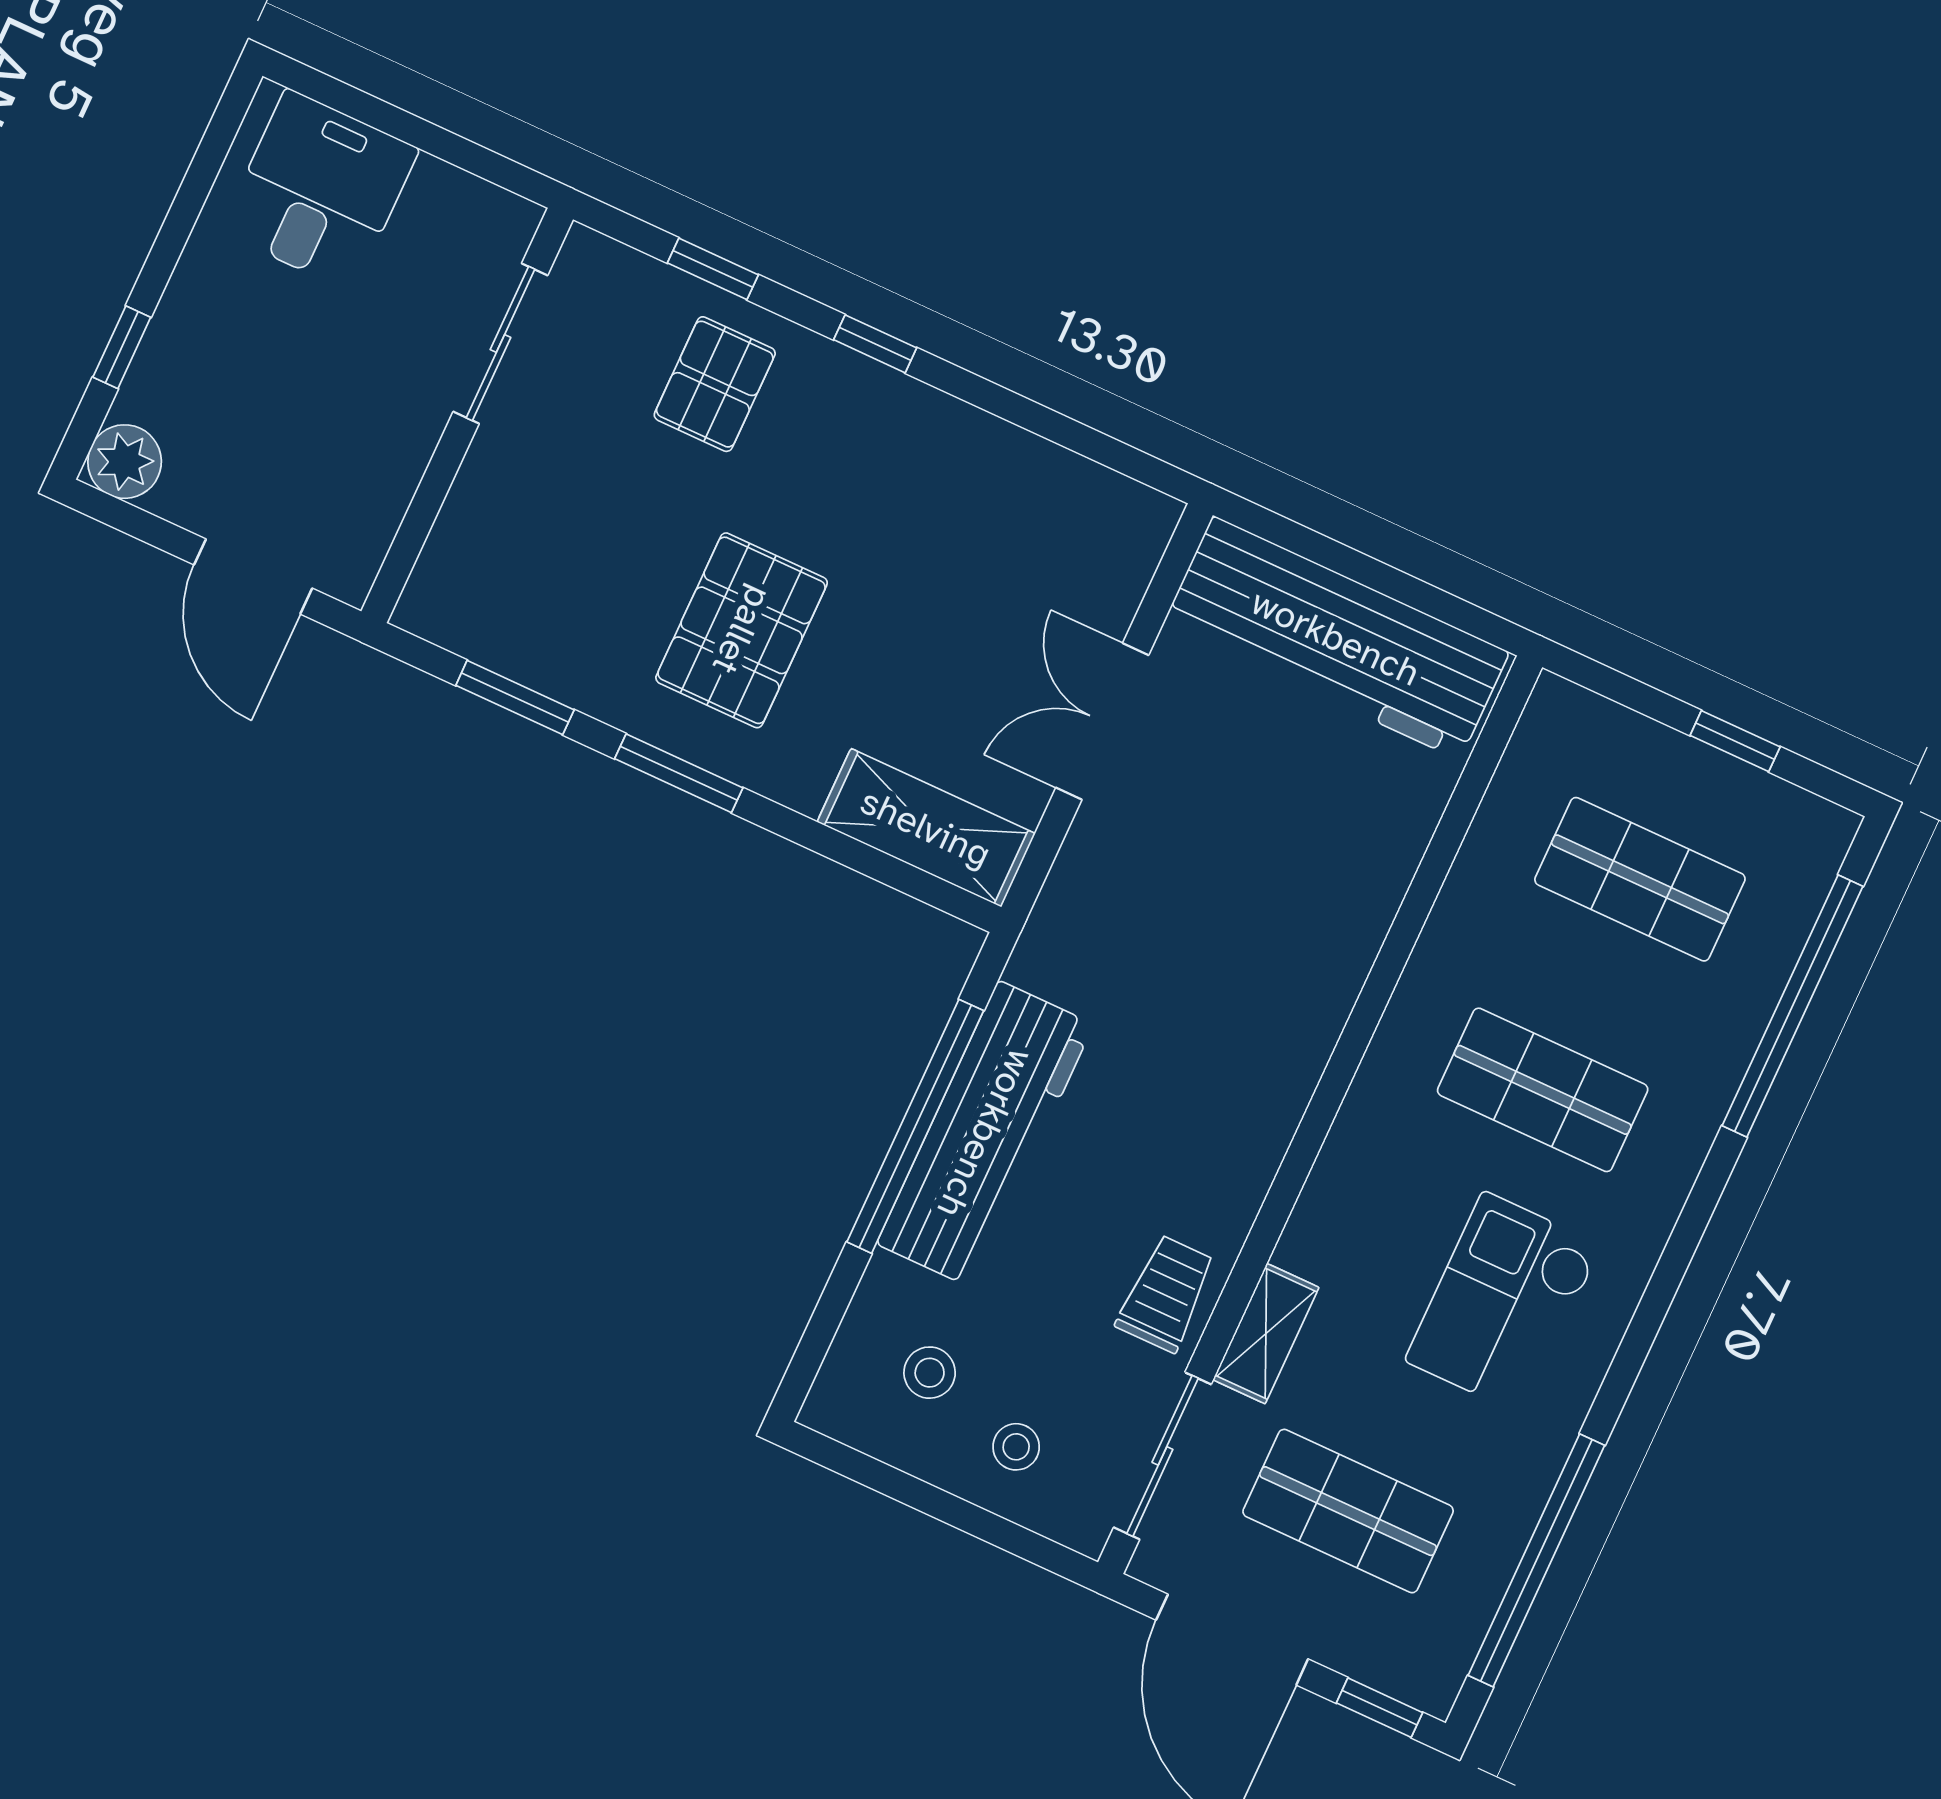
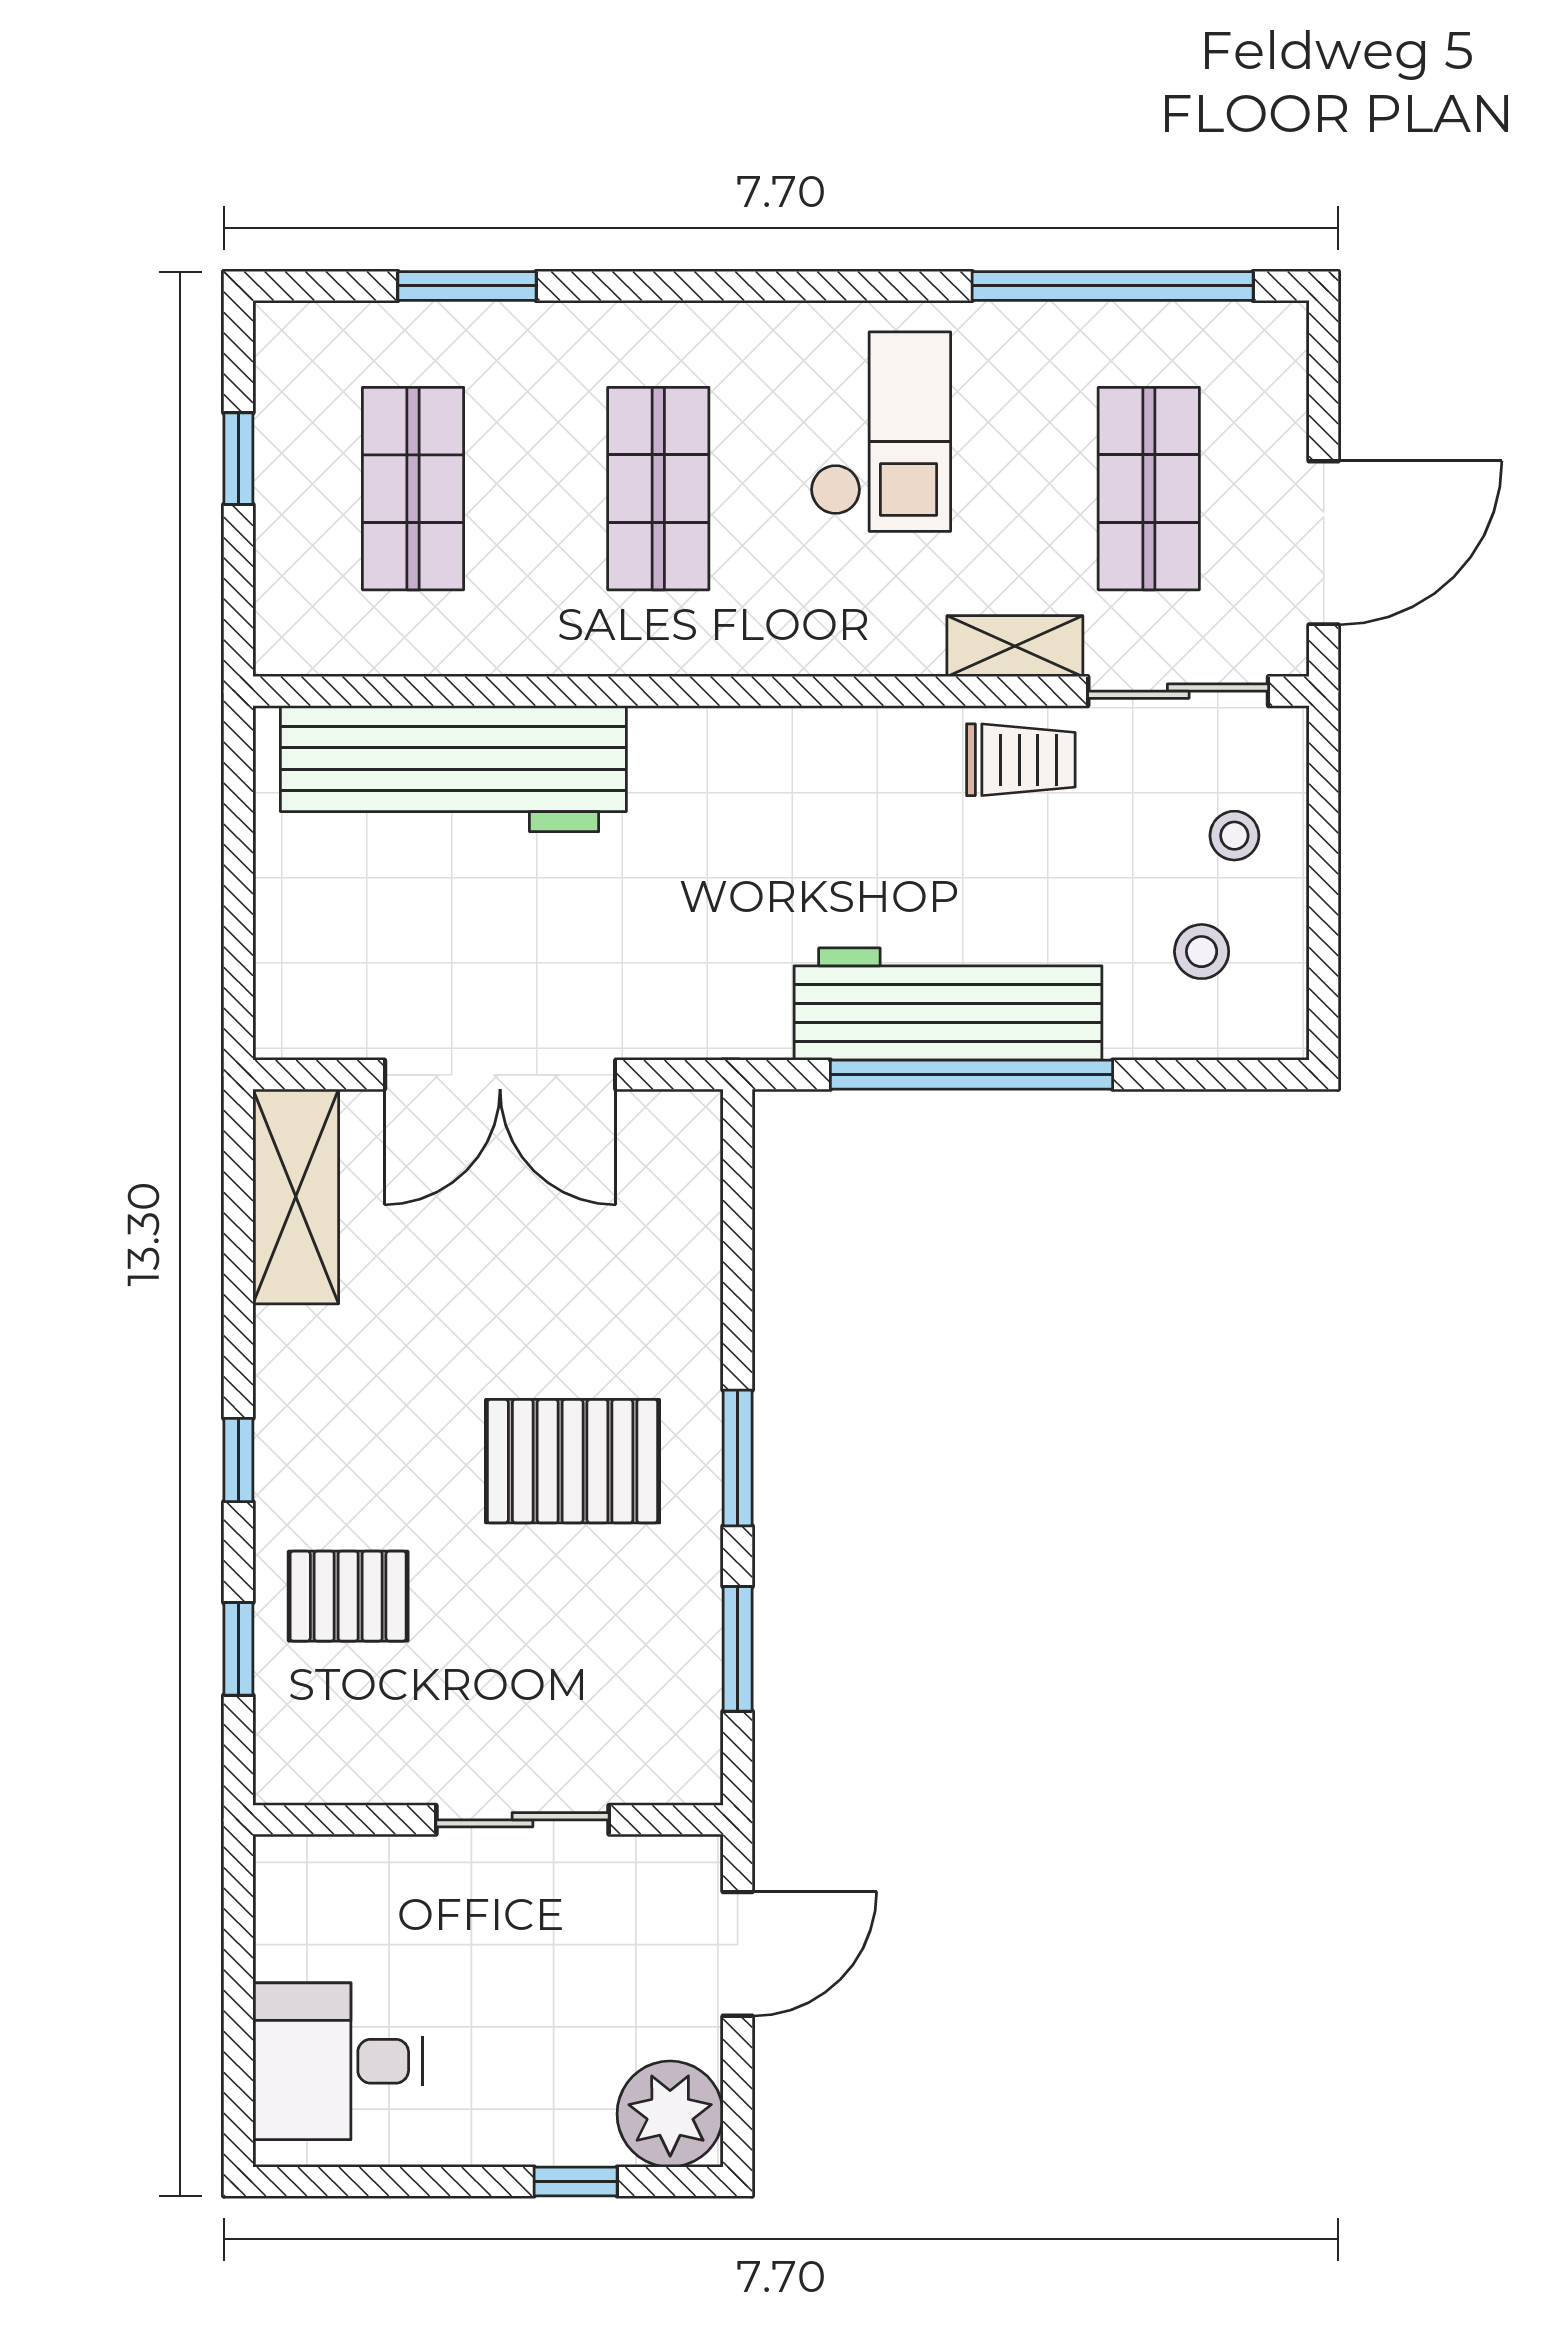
sliding door: (500, 343) -> (522, 1820), moved
plant: (125, 462) -> (670, 2114), width x1.36, depth x1.36
workbench: (1336, 638) -> (453, 769), moved, turned 90
double door: (1102, 721) -> (500, 1075), width x1.37
shelving: (926, 828) -> (296, 1196), moved
window: (1793, 1006) -> (467, 286), width x0.47
trolley: (1166, 1294) -> (1021, 760), turned 180
checkout: (1503, 1303) -> (880, 432), turned -90
window: (1380, 1708) -> (1324, 371), removed

